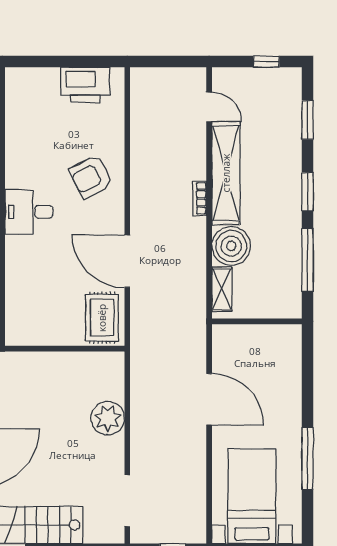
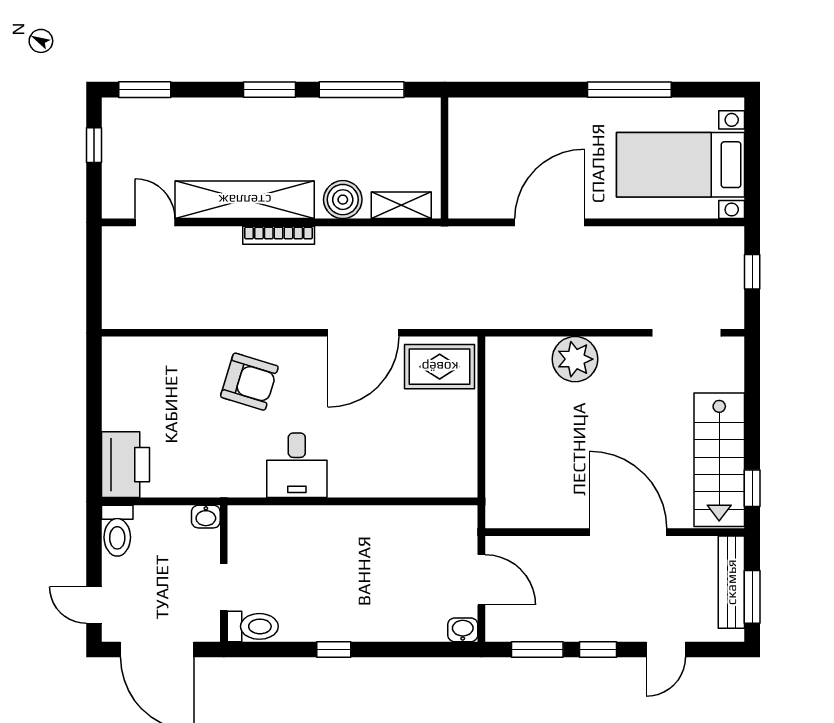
printer: (85, 85) -> (125, 465), moved
door: (209, 107) -> (155, 222), hinge flipped
window: (308, 120) -> (145, 90), moved
armchair: (91, 177) -> (249, 382), turned -46
bookcase: (200, 198) -> (279, 235), width x1.56
boiler: (231, 246) -> (343, 200), width x0.73, depth x0.73

